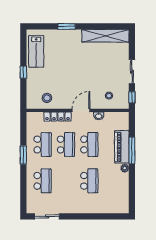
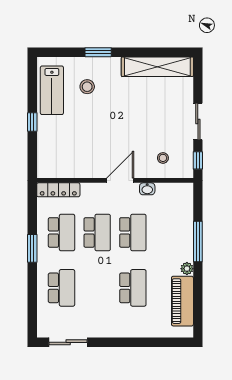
stool: (47, 98) -> (87, 87), moved
locker: (58, 117) -> (58, 190), moved
piano: (122, 147) -> (182, 301), moved

